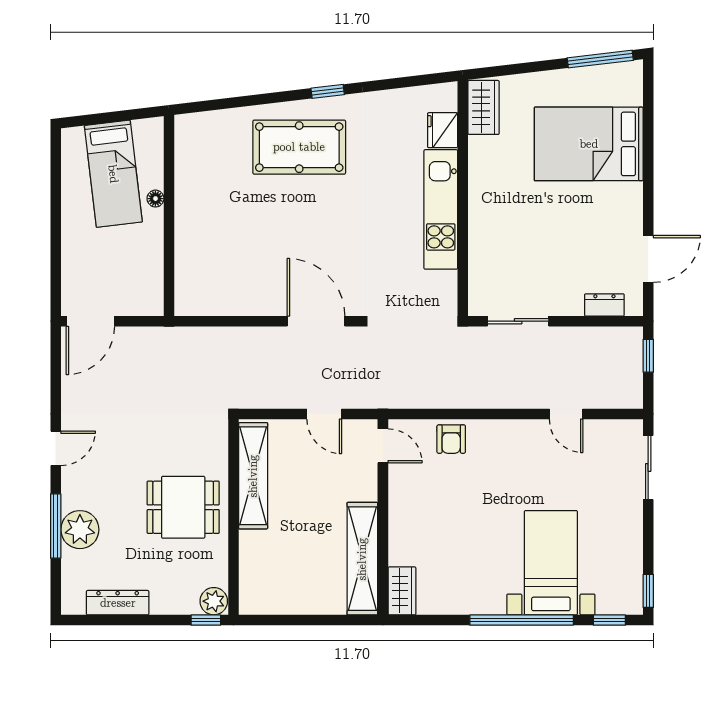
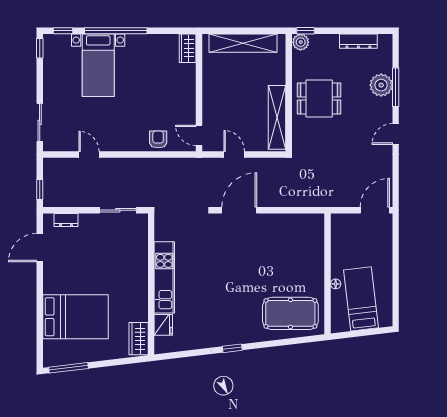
pool table: (299, 147) -> (290, 313), moved
door: (316, 321) -> (239, 210), swing flipped
shelving: (362, 559) -> (243, 43), moved, turned 90

